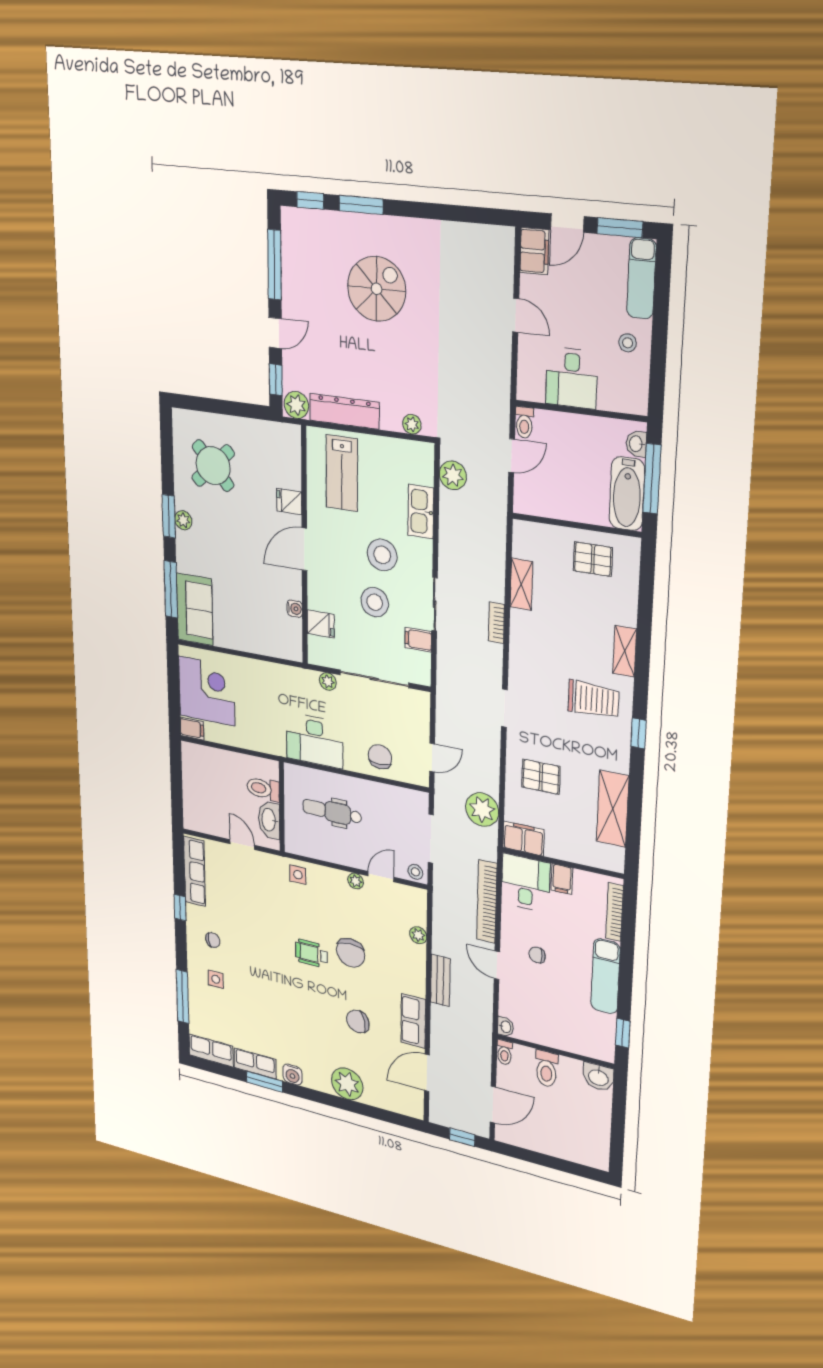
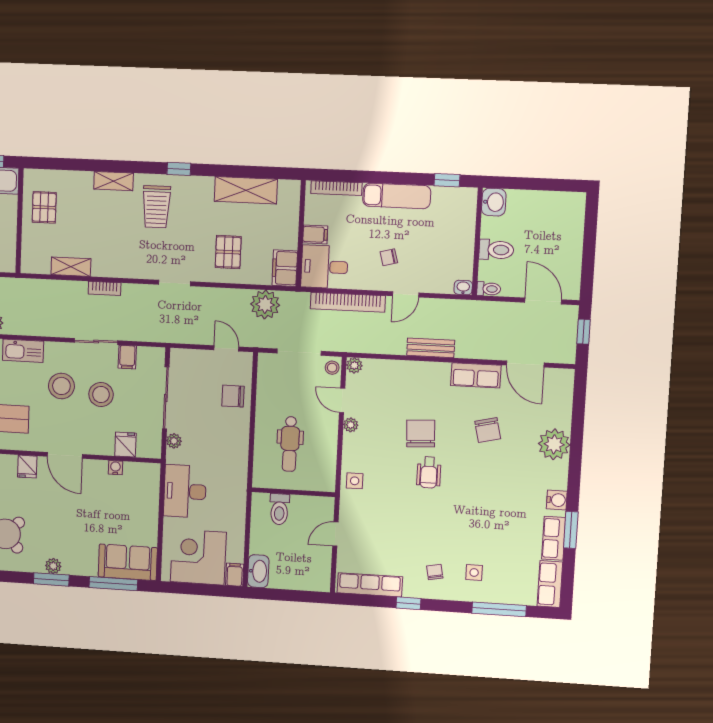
trolley: (593, 699) -> (156, 207), turned 180
desk: (315, 740) -> (185, 491), moved, turned 180
washbasin: (269, 820) -> (258, 571), moved, turned -90
plant: (418, 935) -> (354, 365), moved
chair: (351, 953) -> (421, 433), turned -93
chair: (537, 955) -> (389, 257), turned 75

